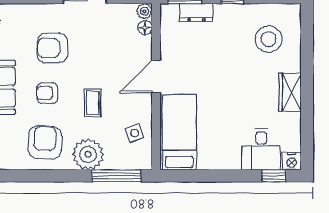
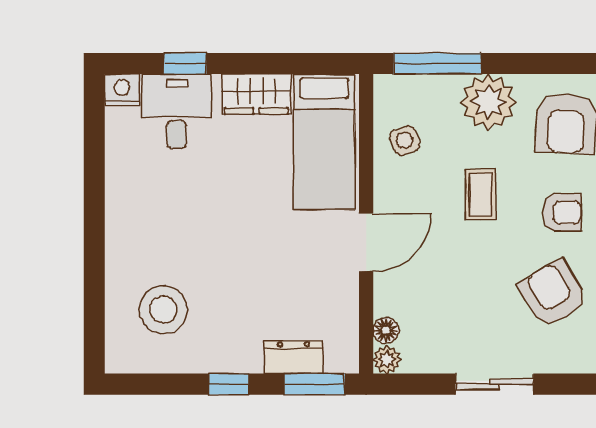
armchair: (52, 48) -> (553, 294), turned -121
wardrobe: (290, 92) -> (256, 94), moved, turned 90
window: (274, 176) -> (185, 64), moved

